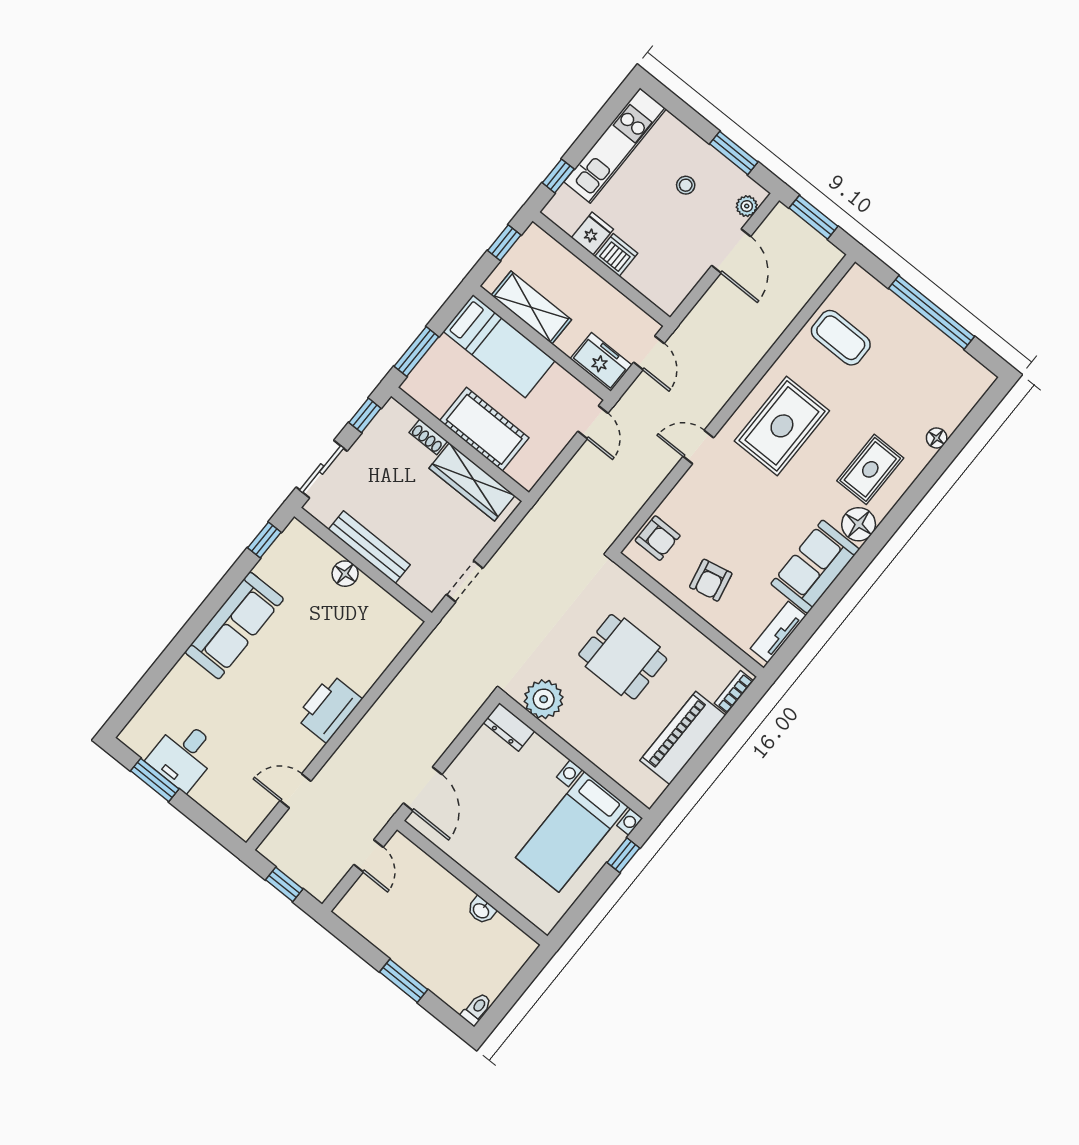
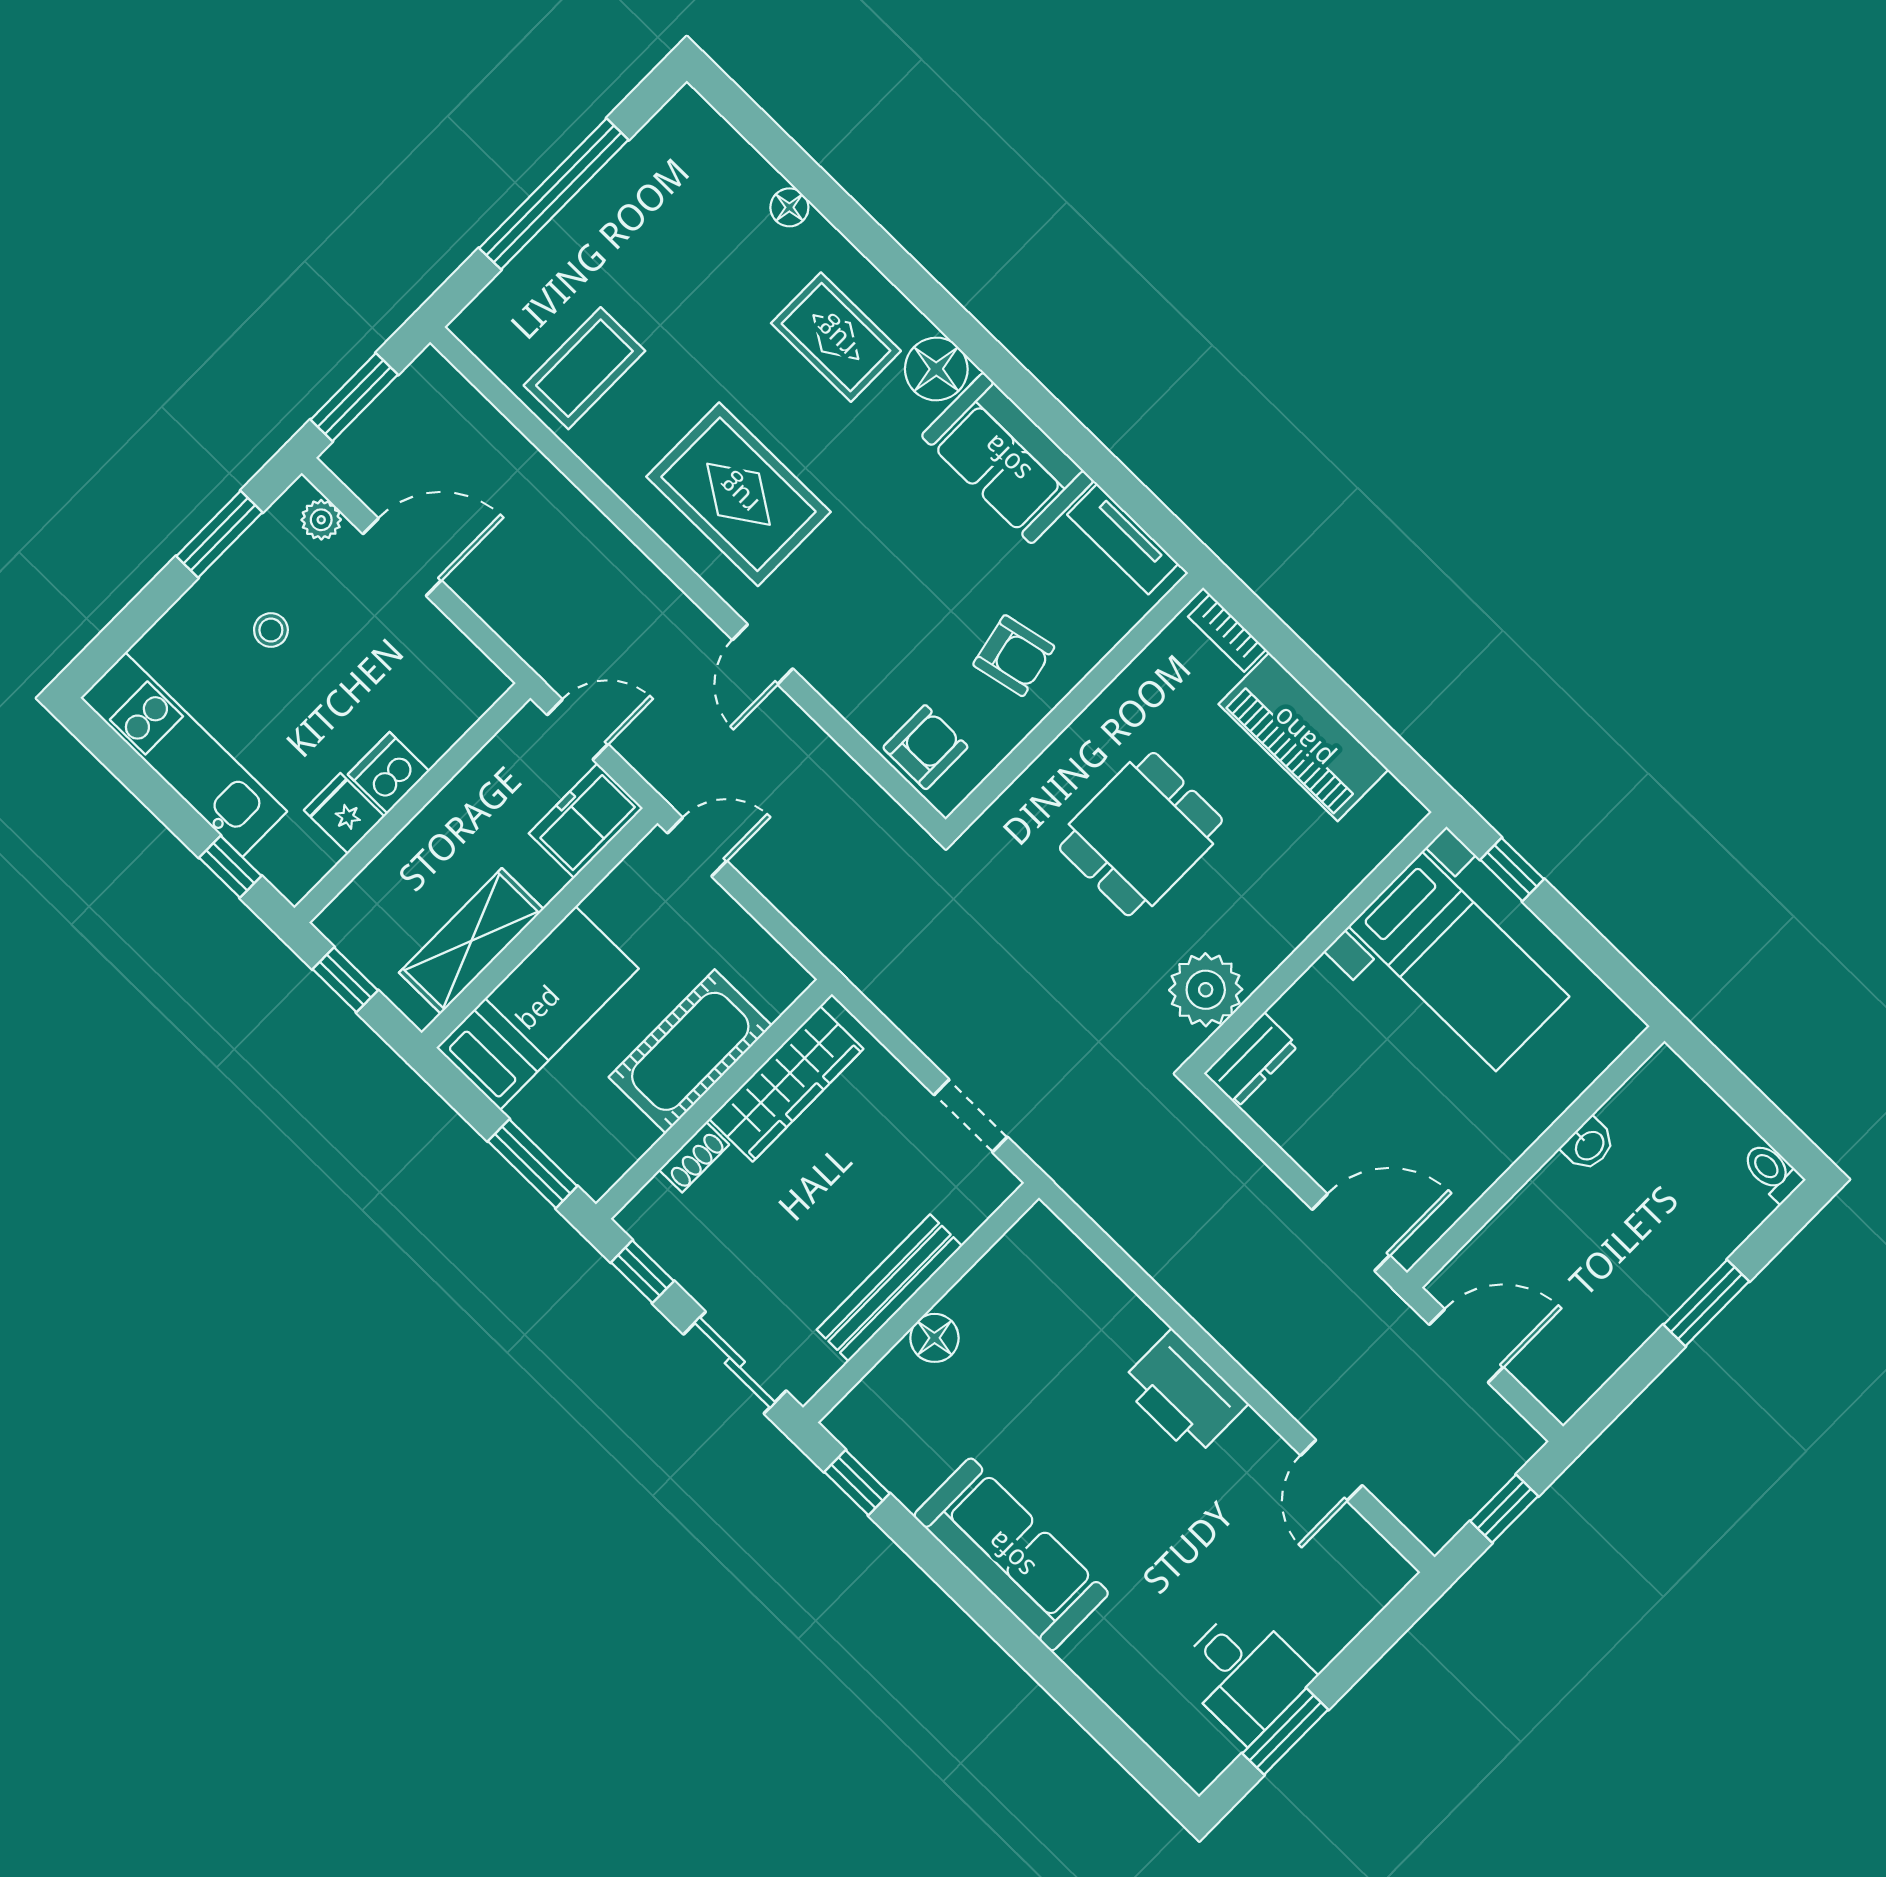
door: (368, 856) -> (1466, 1346), width x1.38

